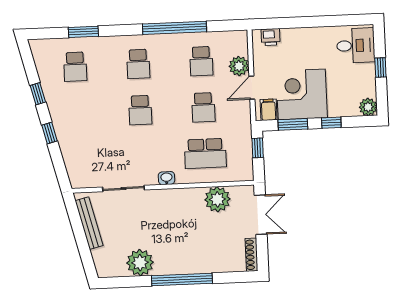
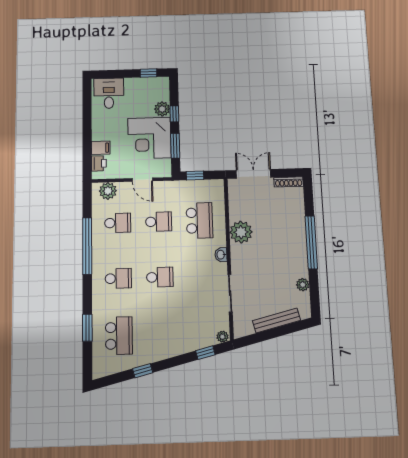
plant: (239, 66) -> (108, 191), moved
school desk: (75, 67) -> (119, 336), width x1.85
window: (380, 68) -> (148, 73), moved
plant: (368, 107) -> (162, 109), moved
filing cabinet: (269, 110) -> (101, 148), moved, turned 180
window: (50, 133) -> (205, 353), moved
plant: (76, 180) -> (222, 337), added
plant: (217, 199) -> (241, 232), moved
bench: (89, 223) -> (277, 320), moved
plant: (140, 263) -> (303, 285), width x0.53, depth x0.53

